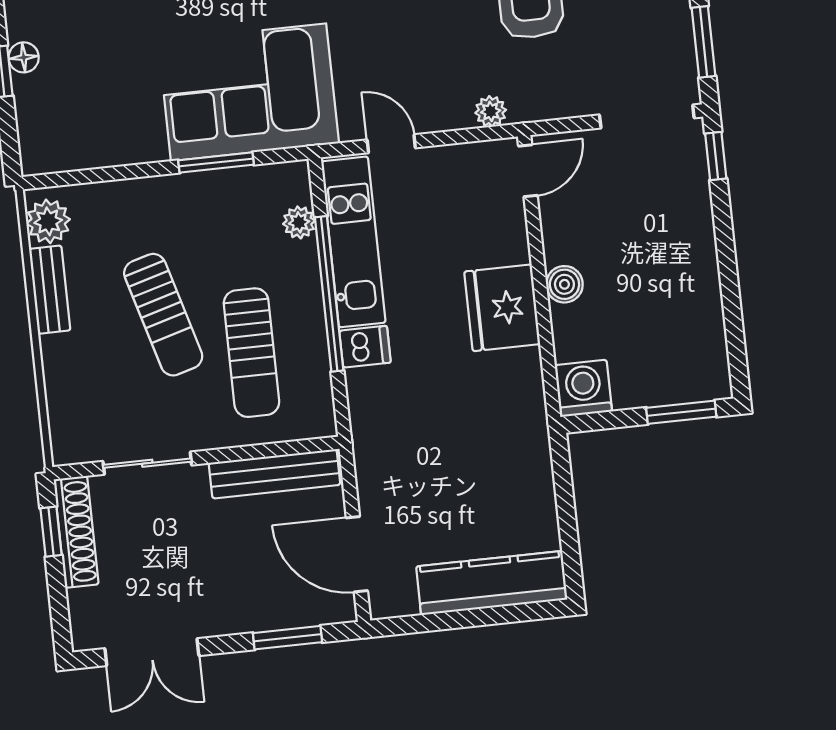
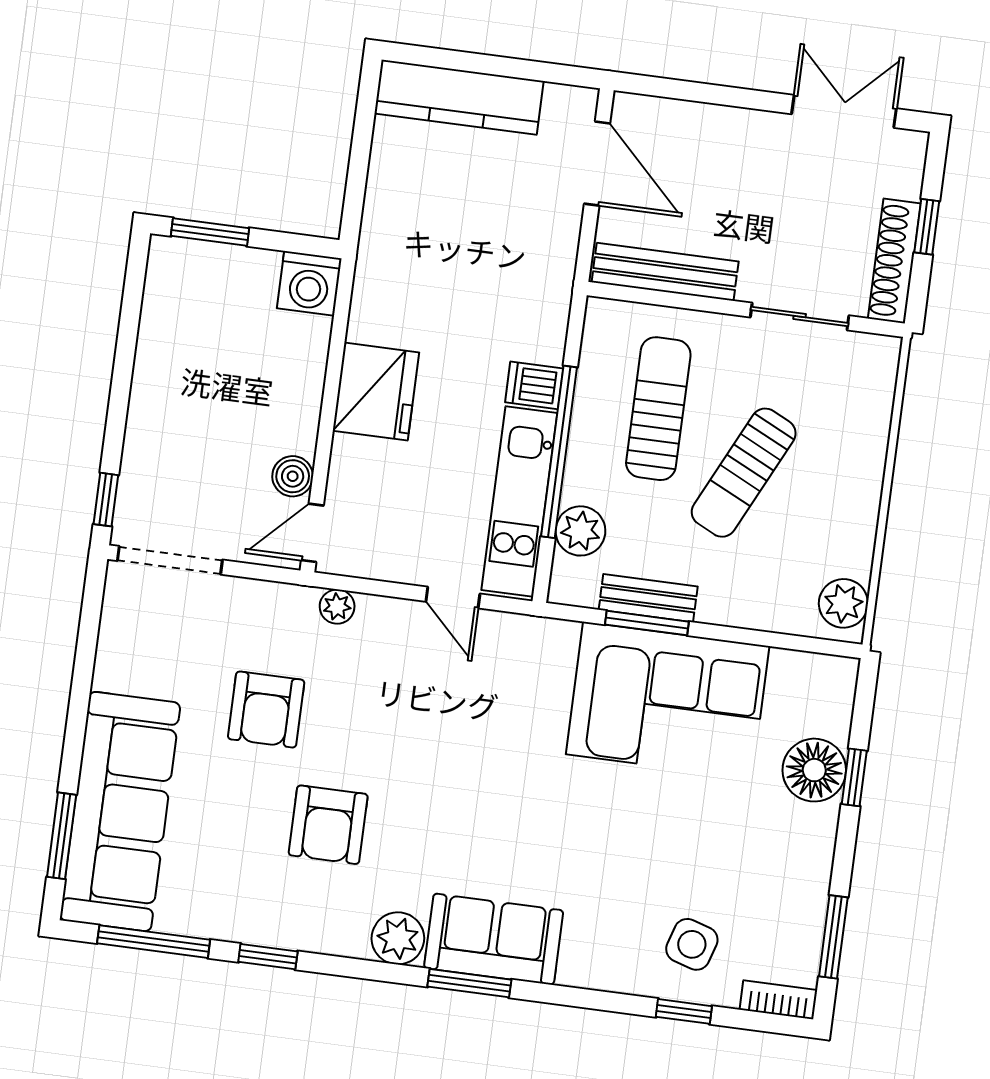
window: (704, 42) -> (89, 626), removed
floor lamp: (24, 57) -> (814, 770), width x1.89, depth x1.89
corner sofa: (249, 92) -> (668, 700), moved
plant: (299, 222) -> (580, 531), width x1.38, depth x1.38
boiler: (564, 284) -> (293, 476), moved
bench: (50, 290) -> (648, 598), moved, turned 90
sun lounger: (163, 315) -> (744, 473), turned -138
window: (51, 532) -> (927, 227), moved
window: (287, 638) -> (694, 92), removed

